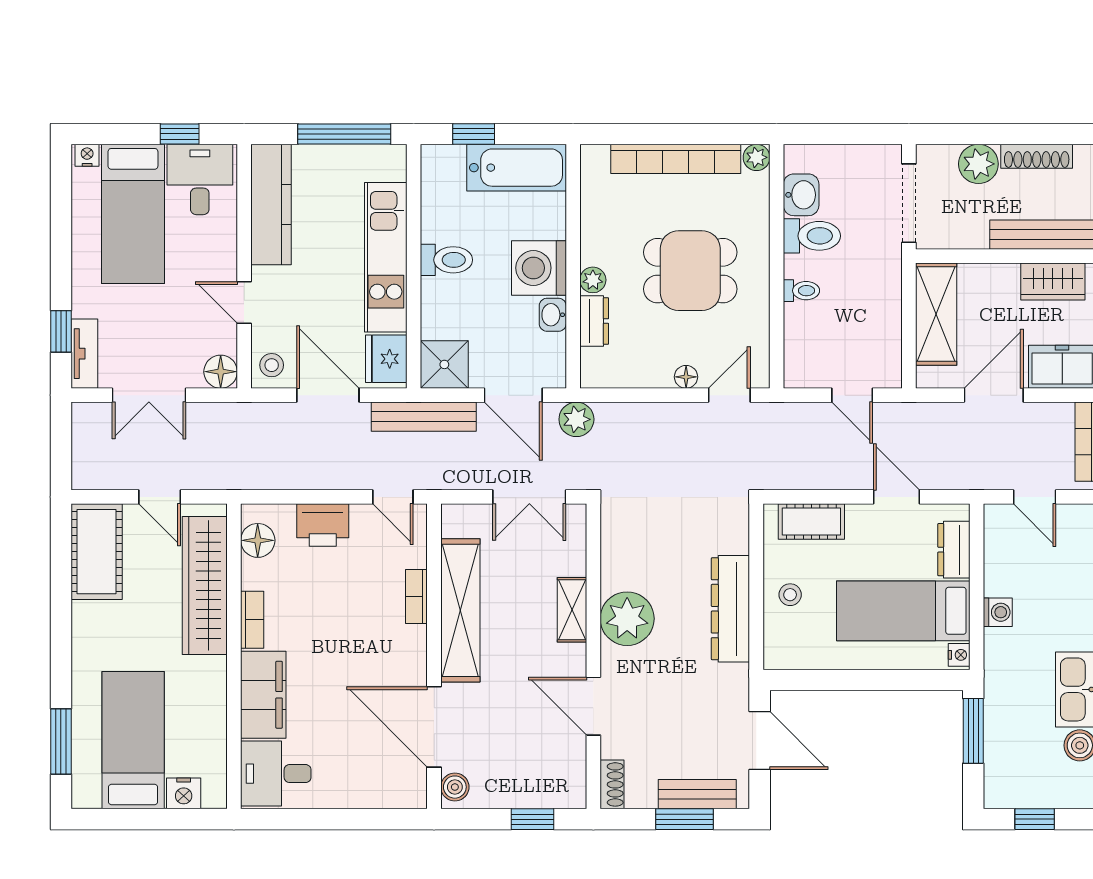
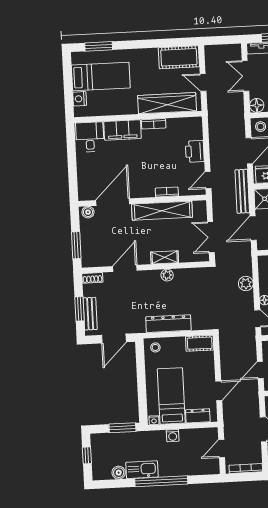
plant: (576, 419) -> (246, 284), moved
door: (160, 497) -> (203, 82), hinge flipped
cot: (811, 522) -> (200, 343), moved, turned 90
floor lamp: (258, 540) -> (187, 124), removed
stool: (790, 595) -> (155, 347), moved
plant: (627, 619) -> (167, 275), width x0.53, depth x0.53
window: (532, 819) -> (76, 245), width x1.50

